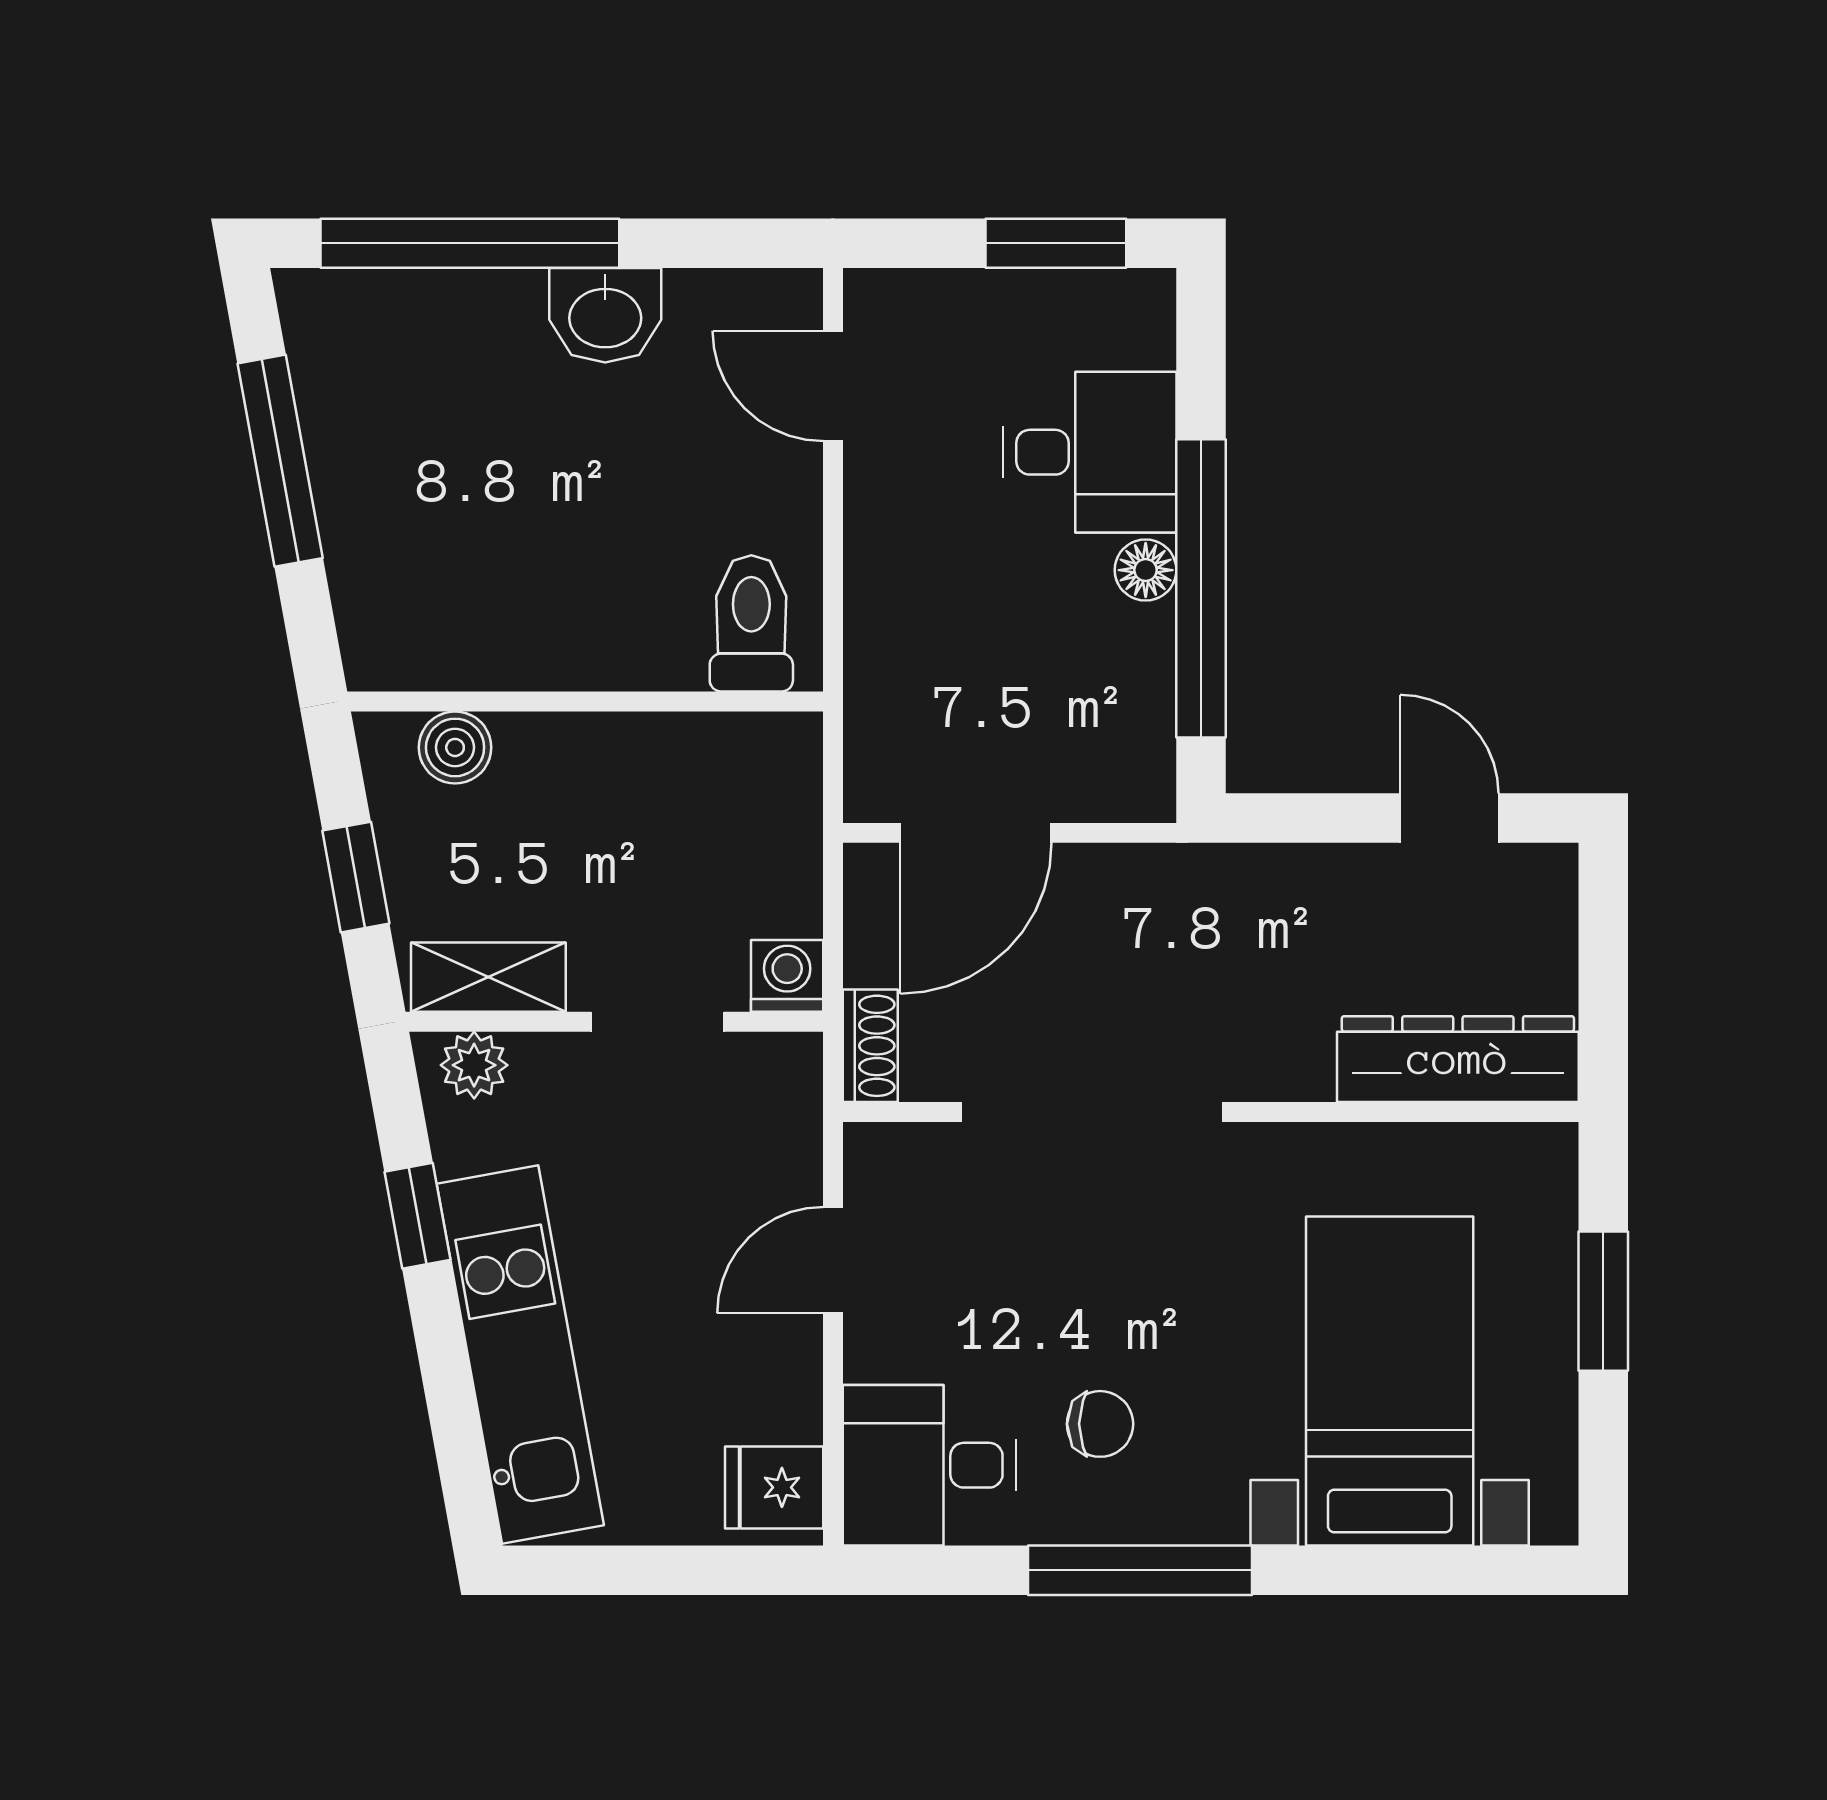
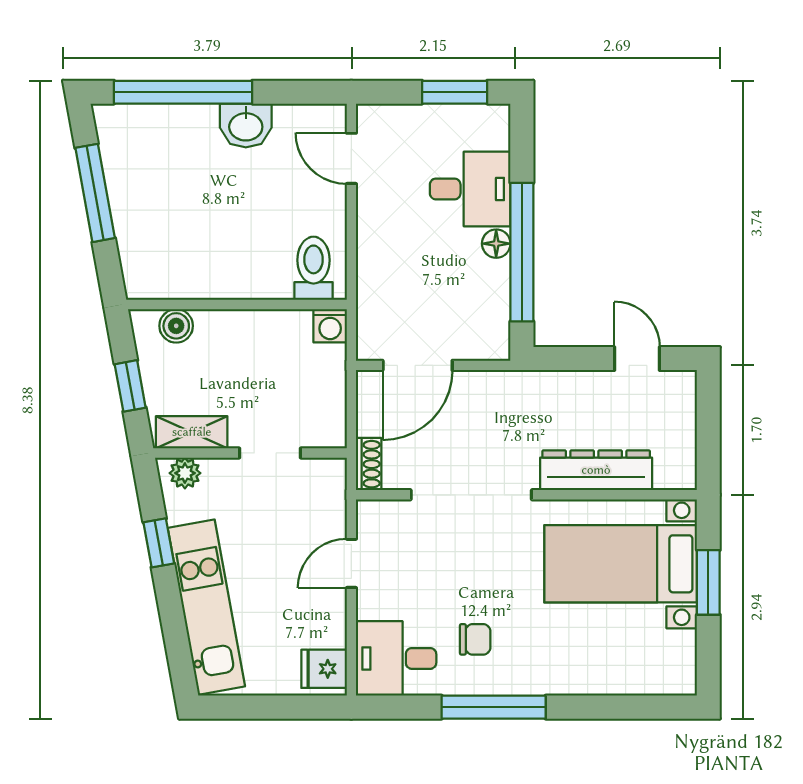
washing machine: (787, 976) -> (330, 326), moved, turned 180
dresser: (1458, 1059) -> (596, 470), moved
bed with nightstands: (1390, 1381) -> (621, 564), moved, turned -90

